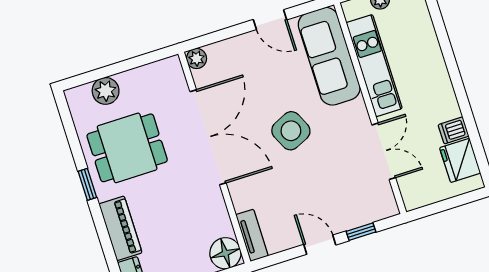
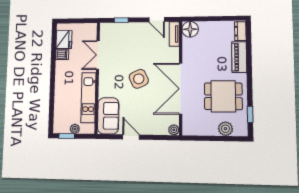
sofa: (329, 56) -> (108, 116), width x0.73
window: (87, 184) -> (250, 114), moved
door: (320, 245) -> (157, 20), moved

